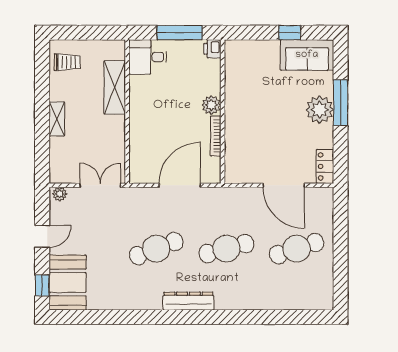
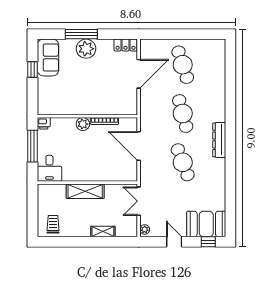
shelving: (115, 87) -> (85, 191), moved
shelving: (57, 119) -> (103, 231), moved

